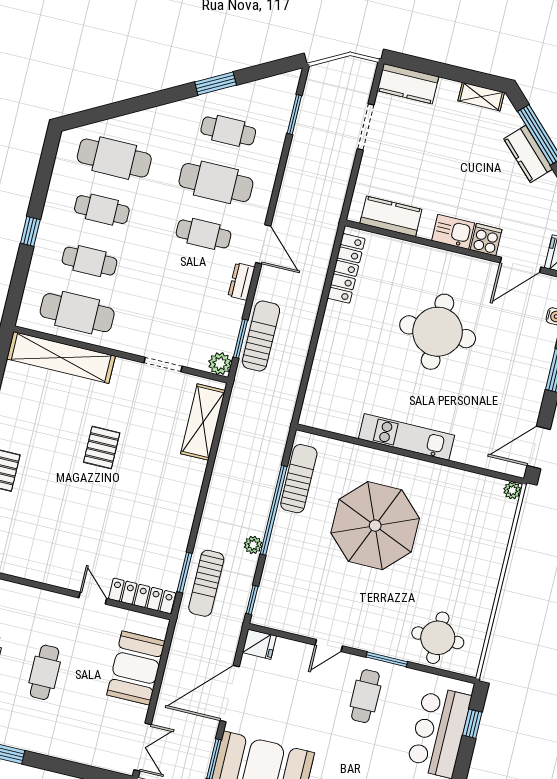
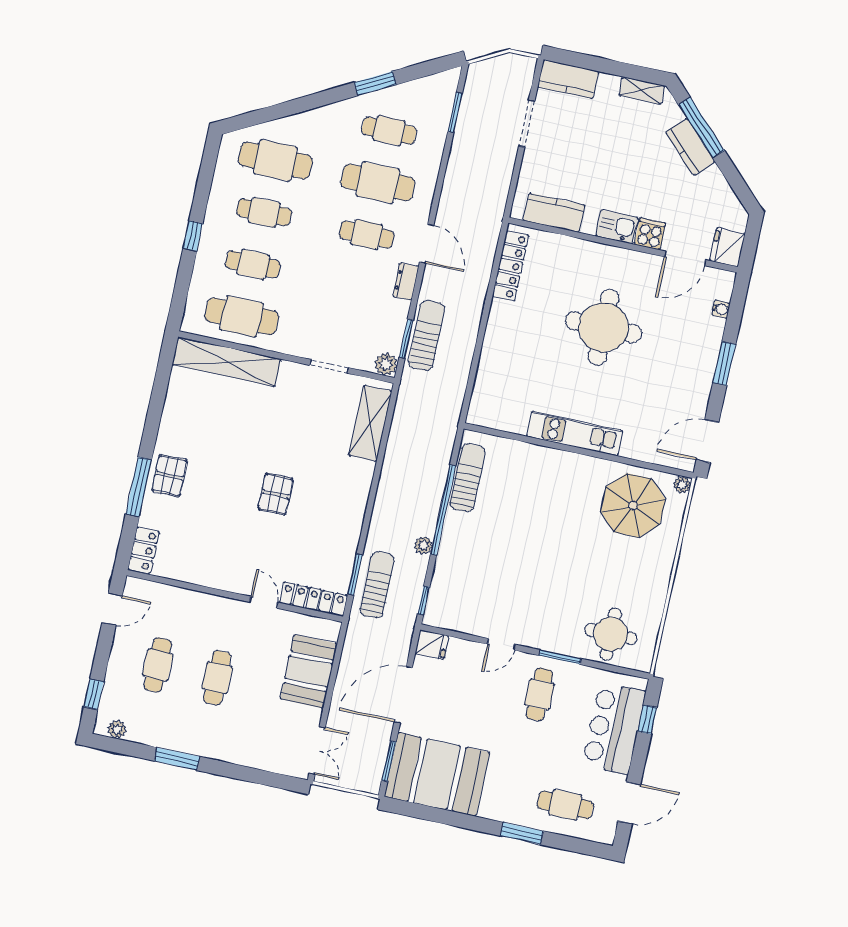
pallet: (102, 448) -> (276, 494), moved
parasol: (375, 526) -> (633, 506), moved, width x0.73, depth x0.73
sun lounger: (206, 583) -> (377, 585), turned 180

